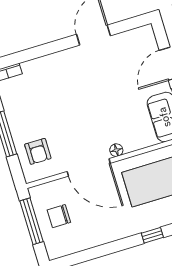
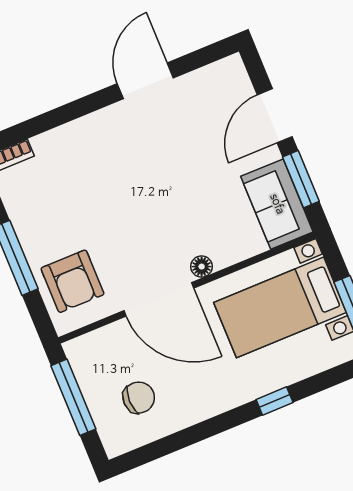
armchair: (38, 151) -> (72, 281), width x1.38, depth x1.38
chair: (59, 216) -> (139, 398), moved, turned 180

